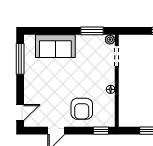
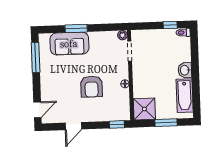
window: (92, 31) -> (76, 28), moved
armchair: (82, 109) -> (91, 87), moved
shower: (130, 116) -> (144, 109), added

